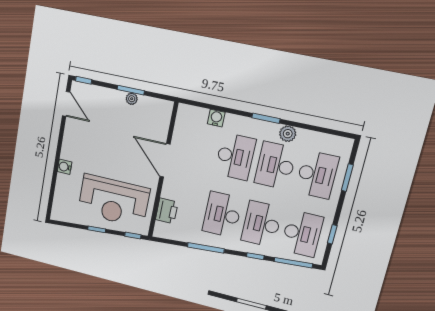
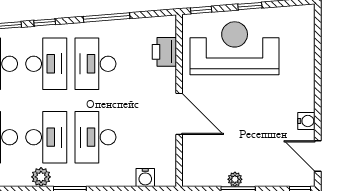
water cooler: (216, 118) -> (145, 177), moved
water cooler: (65, 167) -> (306, 121), moved
desk: (222, 215) -> (95, 64), turned 180

